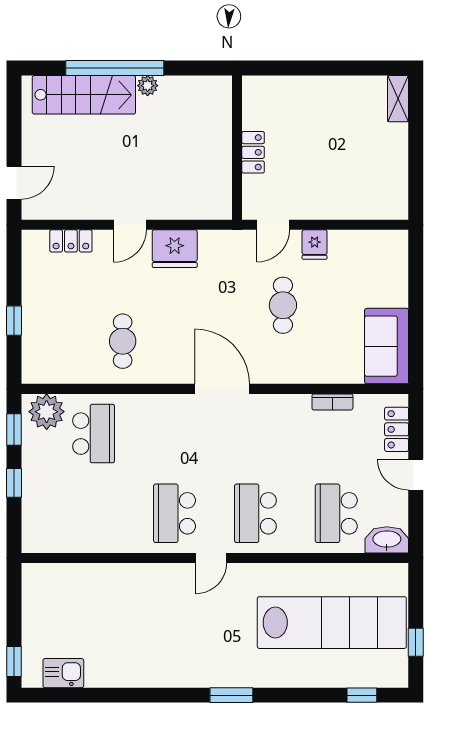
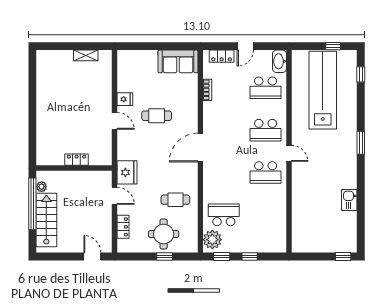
shelving: (398, 99) -> (86, 55), moved
wall: (237, 148) -> (74, 168), moved
locker: (253, 152) -> (77, 160), moved
round table: (57, 319) -> (164, 234), added
kitchen sink: (63, 673) -> (349, 200), moved

